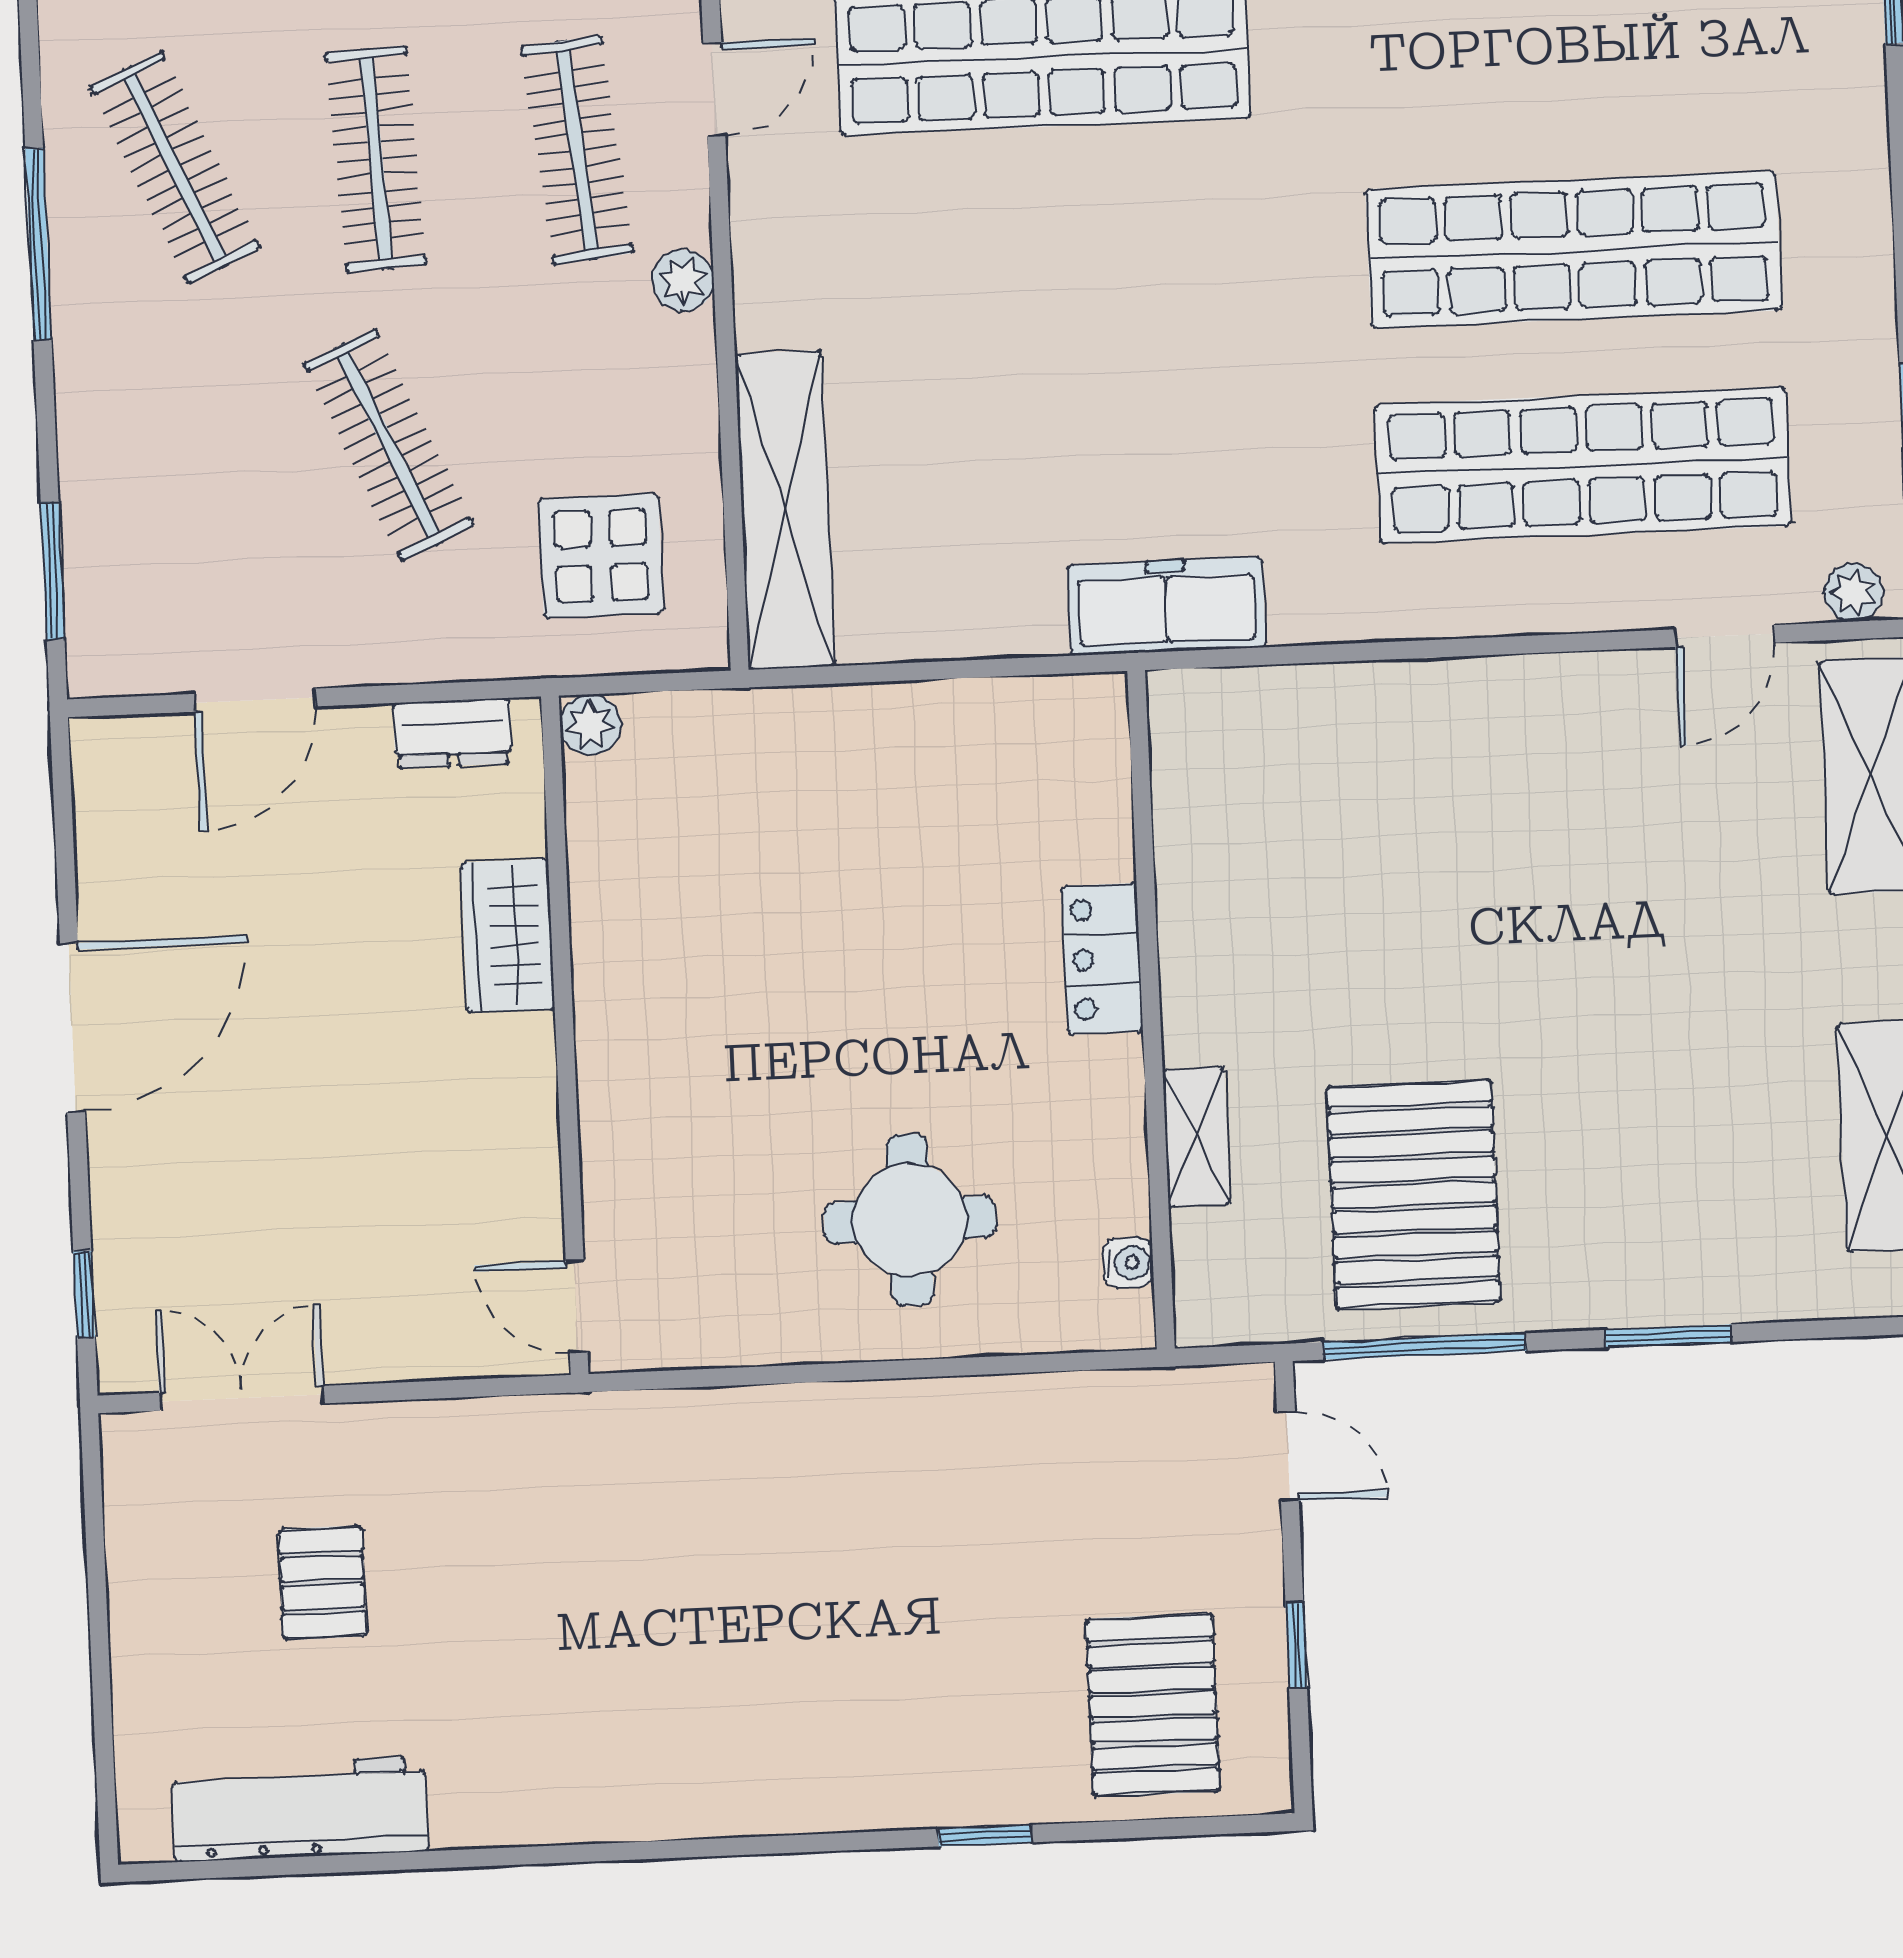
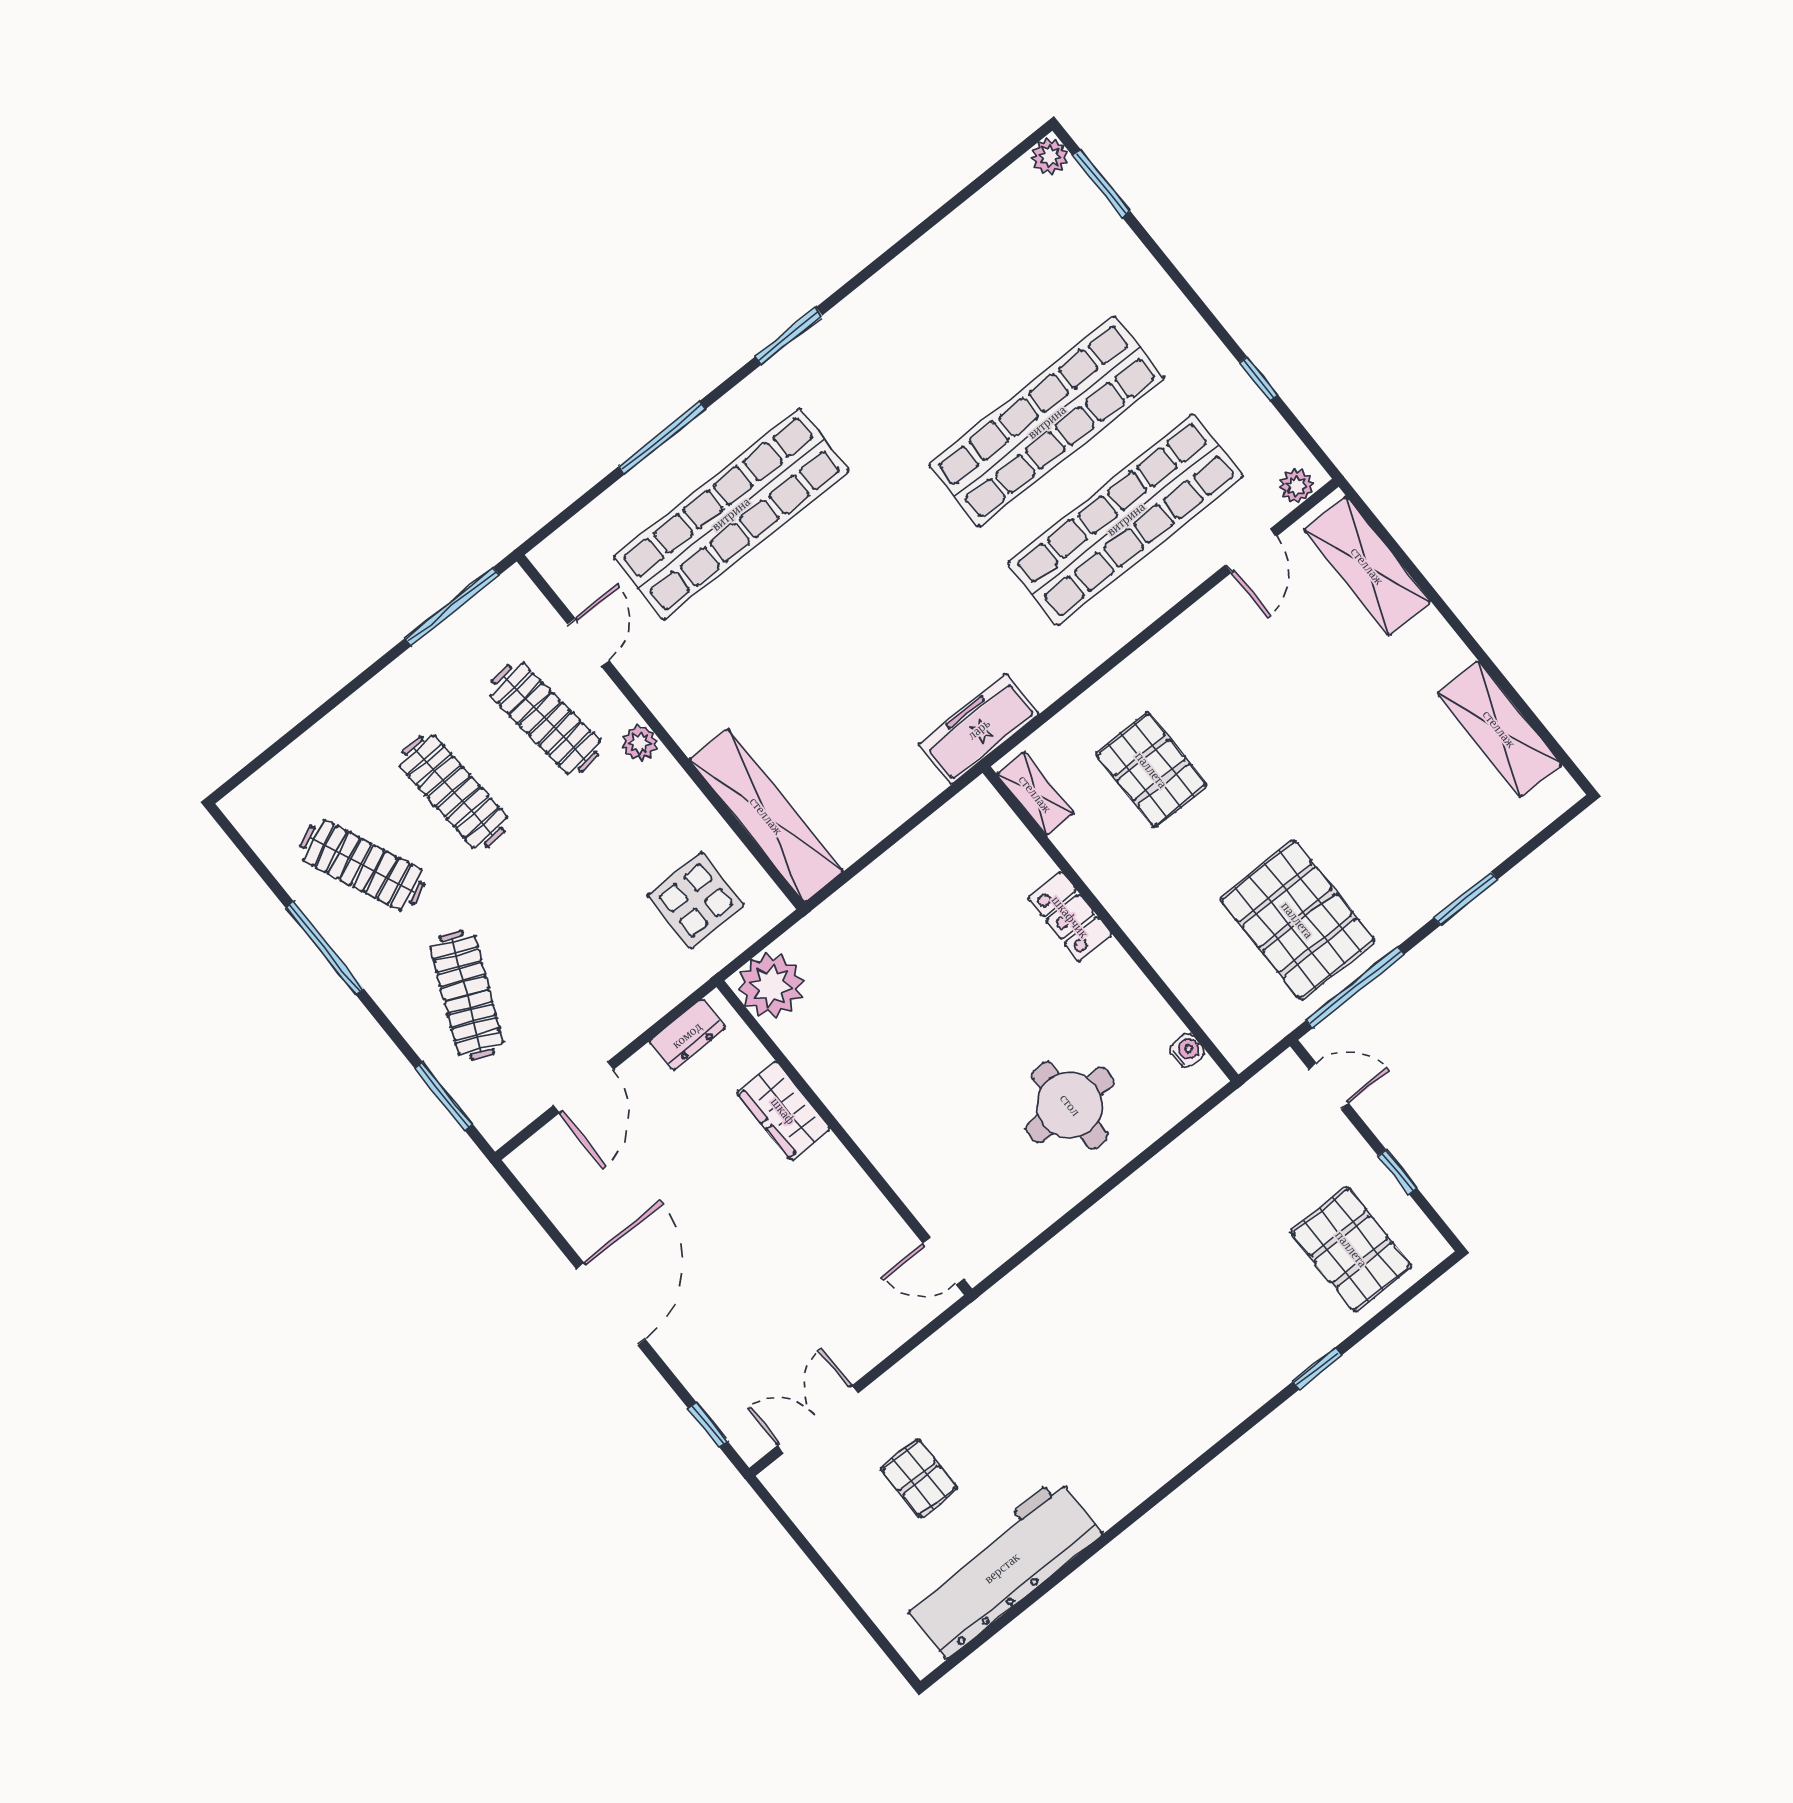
clothes rail: (388, 445) -> (467, 995), moved, turned 48
plant: (590, 725) -> (771, 986), width x1.88, depth x1.88
pallet: (1364, 838) -> (1151, 770), added
shelving: (1196, 1137) -> (1035, 794), moved
workbench: (300, 1809) -> (1002, 1568), width x1.36, depth x1.32

